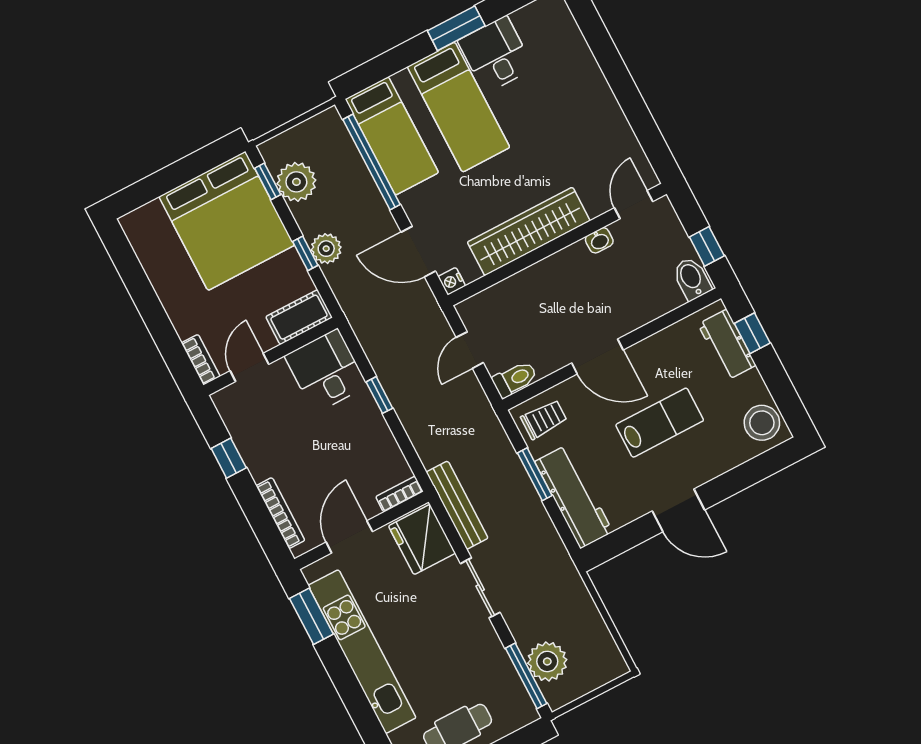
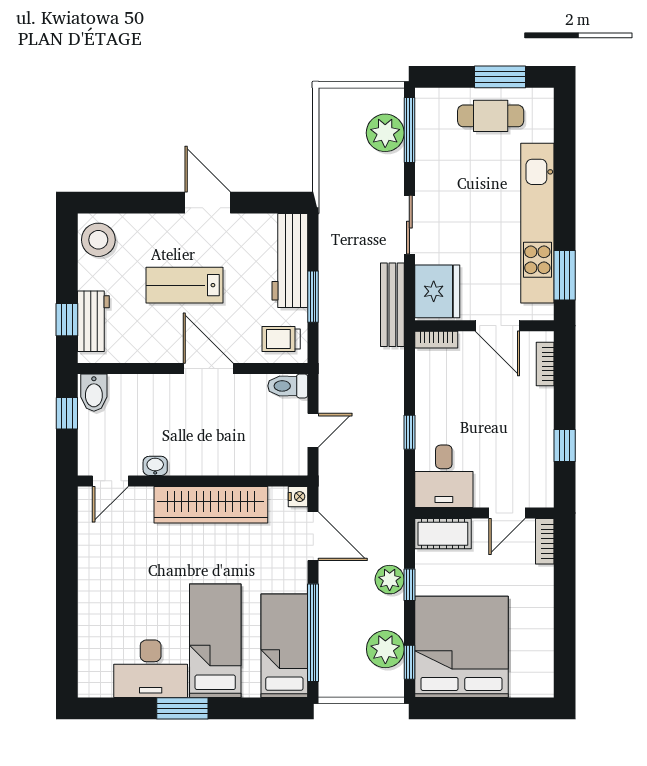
desk: (496, 54) -> (151, 669), width x1.37
bookcase: (280, 513) -> (545, 364), width x0.64
door: (349, 537) -> (497, 326), hinge flipped

